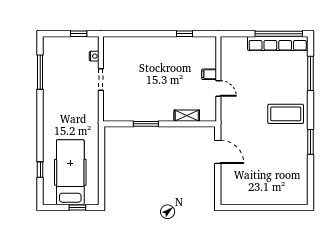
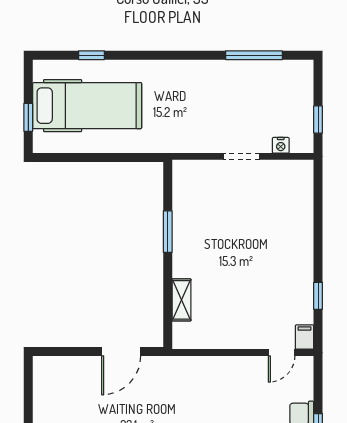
filing cabinet: (209, 74) -> (305, 337), moved
door: (218, 88) -> (282, 353), moved

